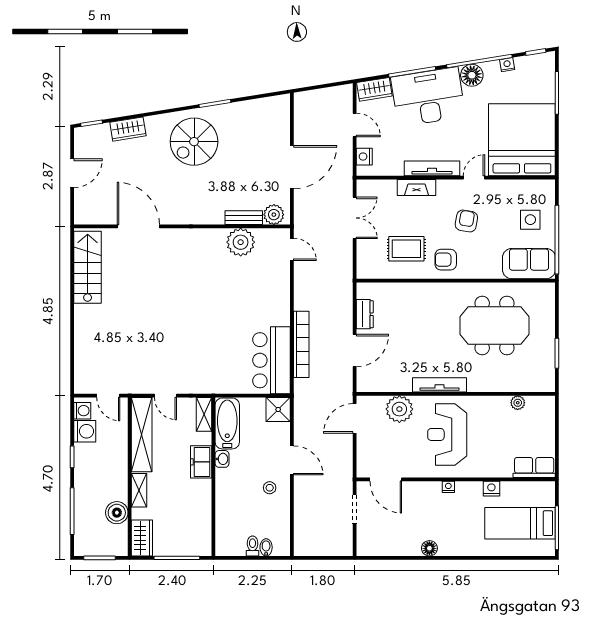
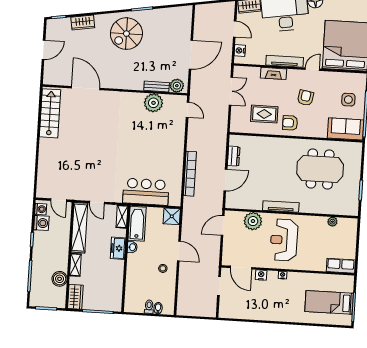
bar counter: (271, 360) -> (146, 192), moved, turned 90
nightstand: (491, 489) -> (261, 275), moved
floor lamp: (429, 548) -> (267, 315), removed

